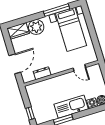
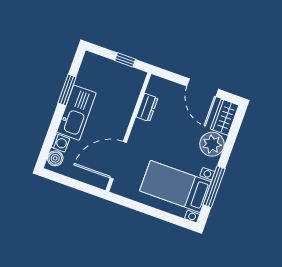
door: (15, 64) -> (203, 88), moved
door: (79, 68) -> (118, 160), width x1.87
window: (30, 113) -> (125, 60), moved

